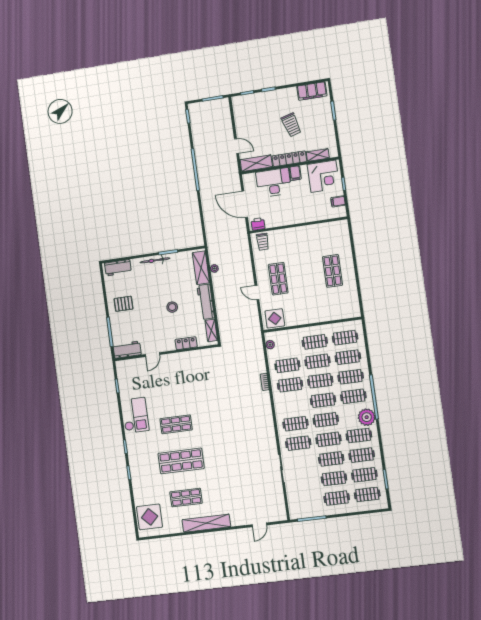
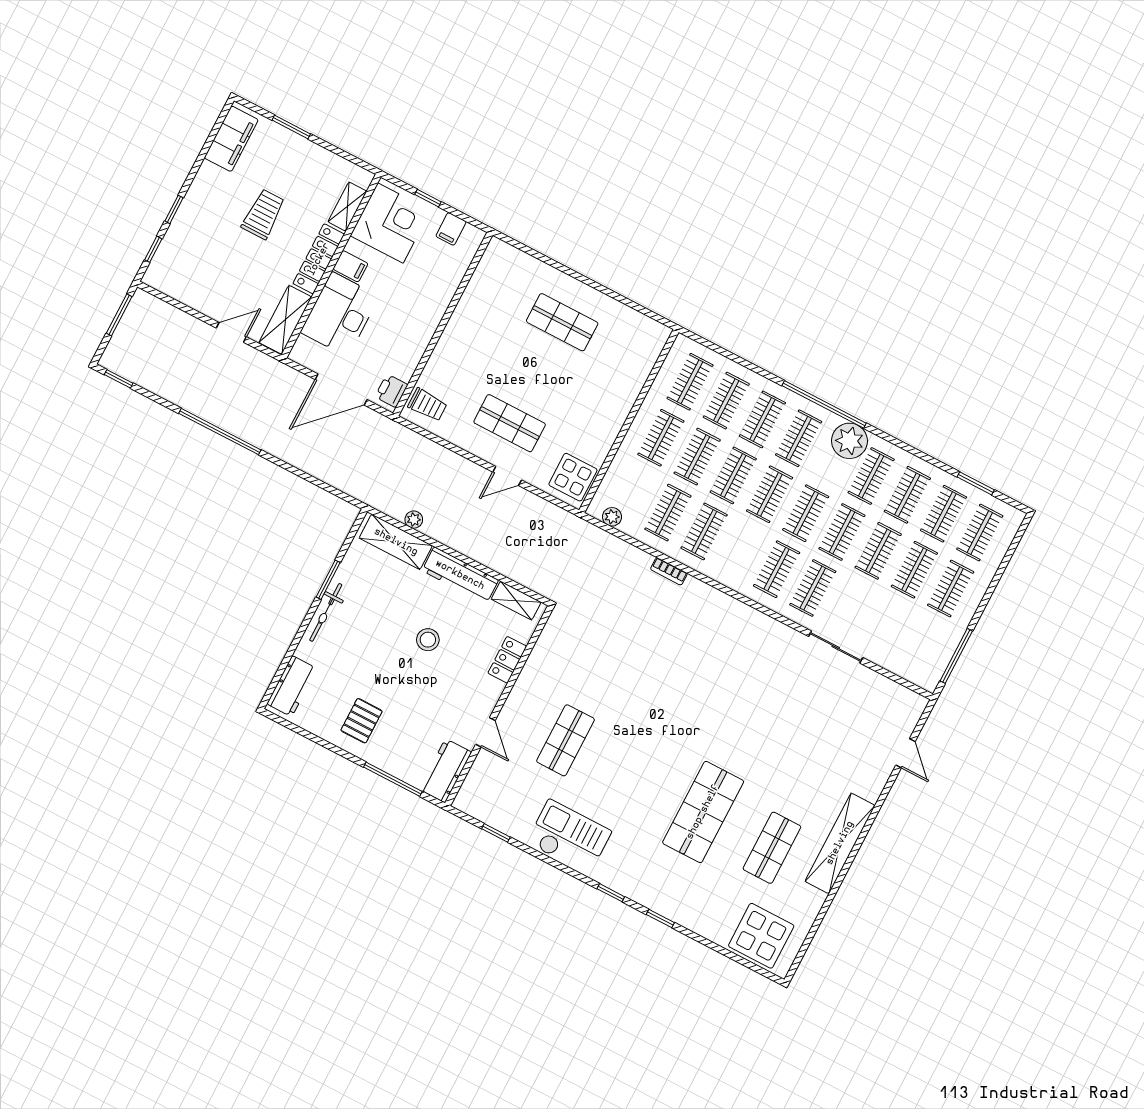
trolley: (291, 125) -> (263, 214), turned -74
shop shelf: (176, 424) -> (566, 740), moved

